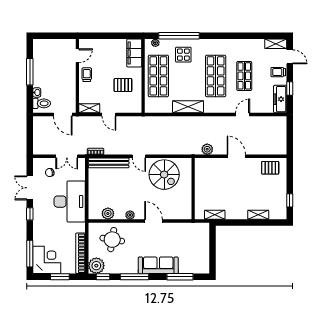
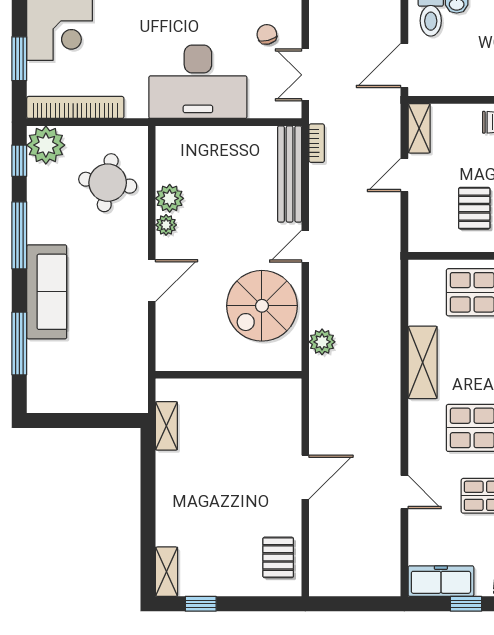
plant: (207, 149) -> (322, 342), moved
plant: (108, 213) -> (170, 198), moved
shelving: (258, 215) -> (167, 572), moved

